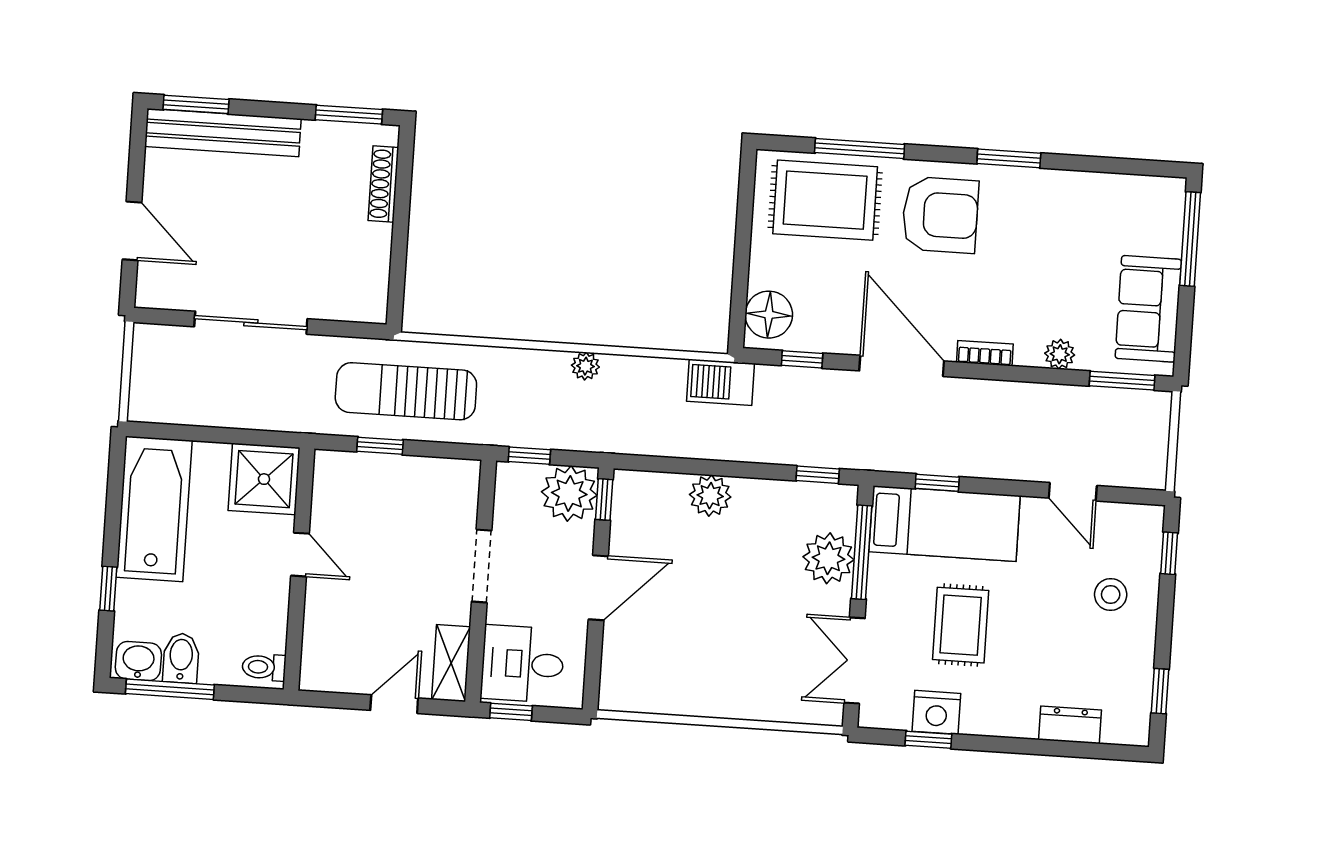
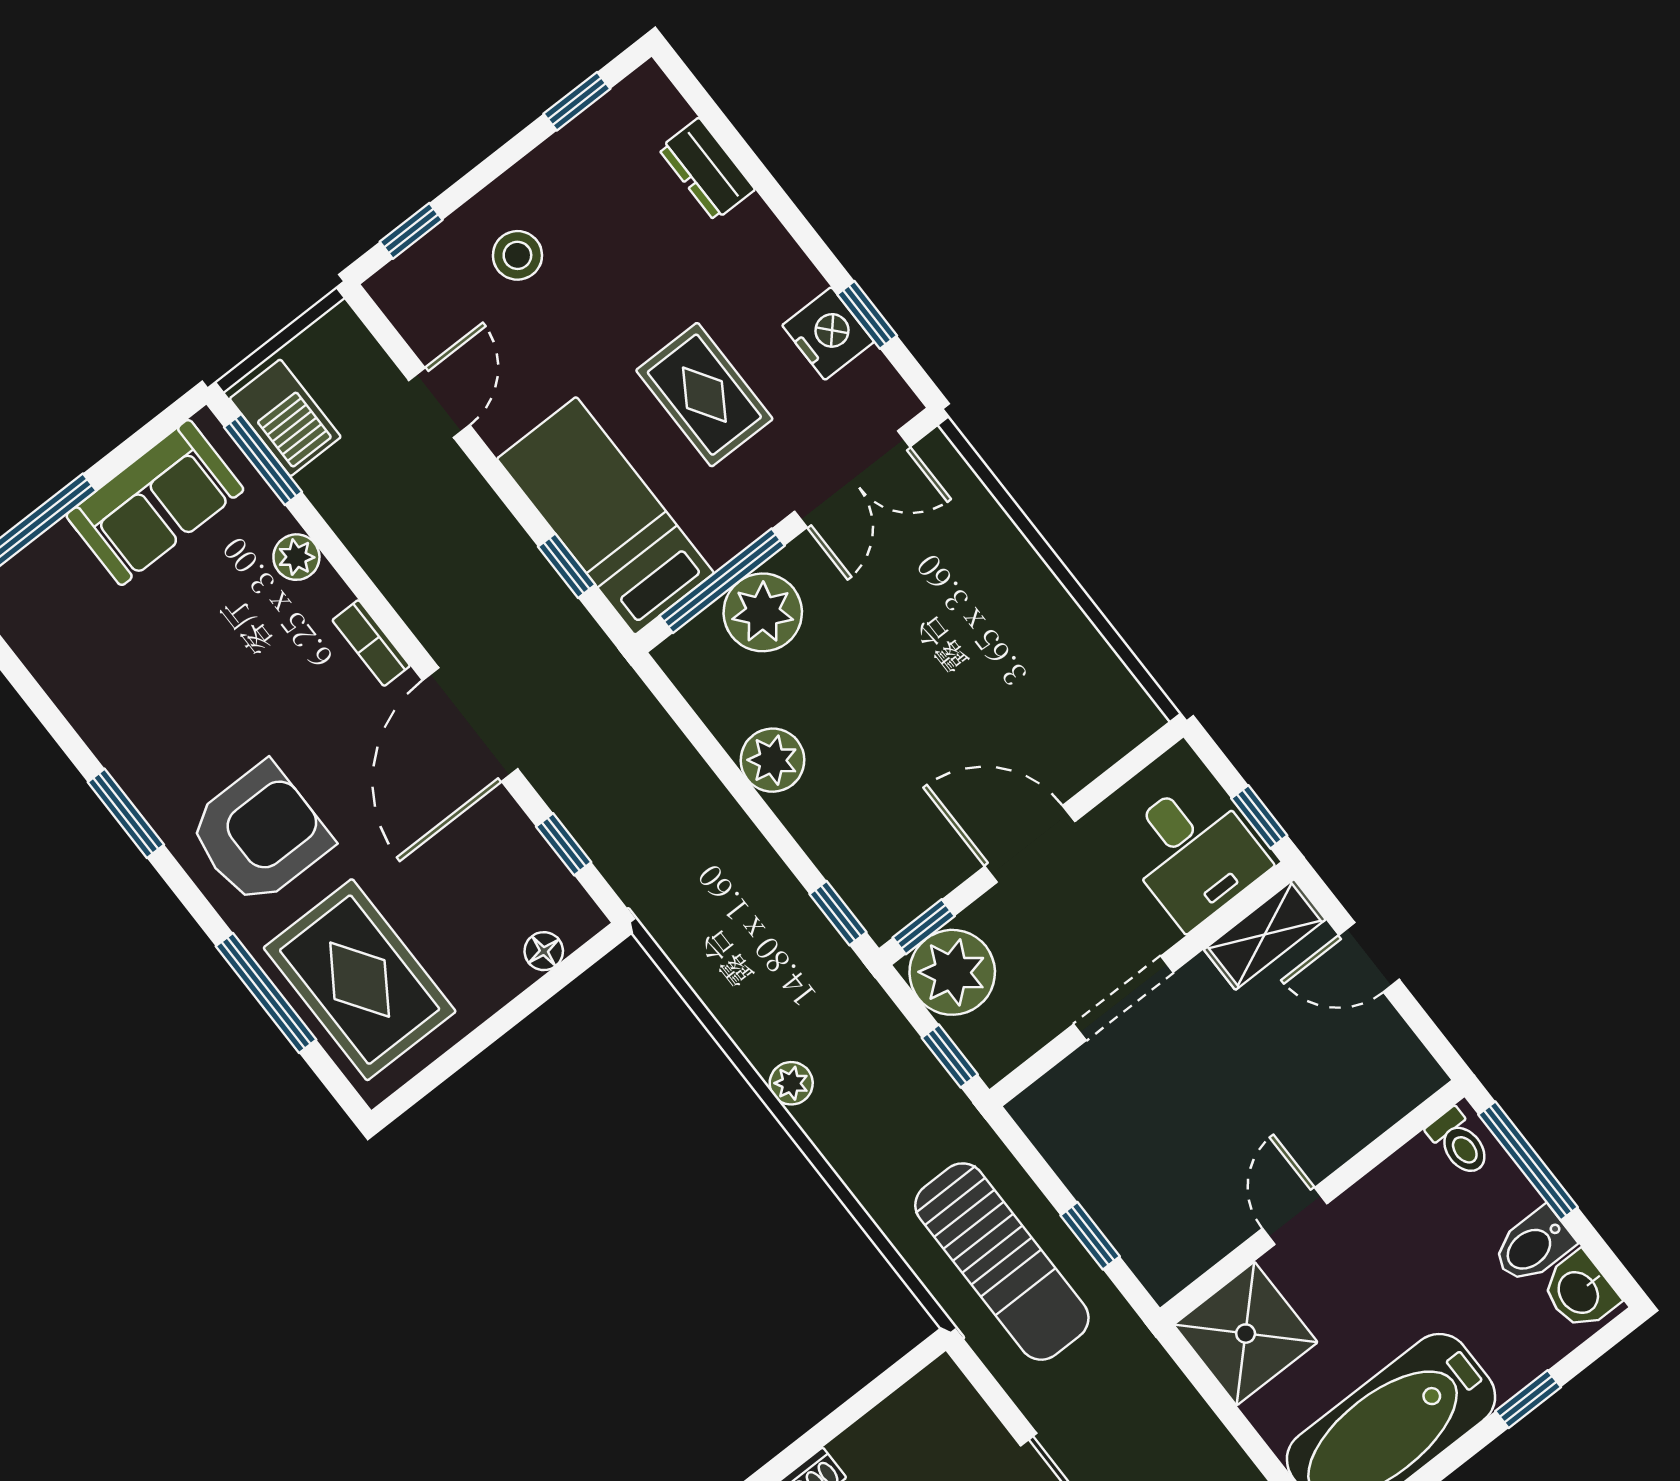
armchair: (940, 215) -> (260, 834), turned 90
floor lamp: (769, 315) -> (544, 951), width x0.53, depth x0.53
barbecue: (720, 382) -> (285, 418), moved
window: (818, 475) -> (838, 913), moved
plant: (710, 496) -> (773, 760), moved
rug: (961, 625) -> (704, 395), turned 90
window: (170, 689) -> (1528, 1161), moved

